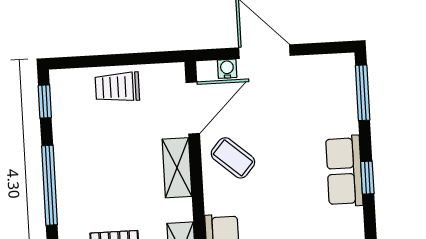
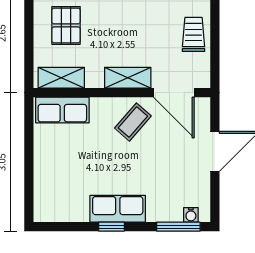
water cooler: (227, 69) -> (191, 215), moved, turned 90

